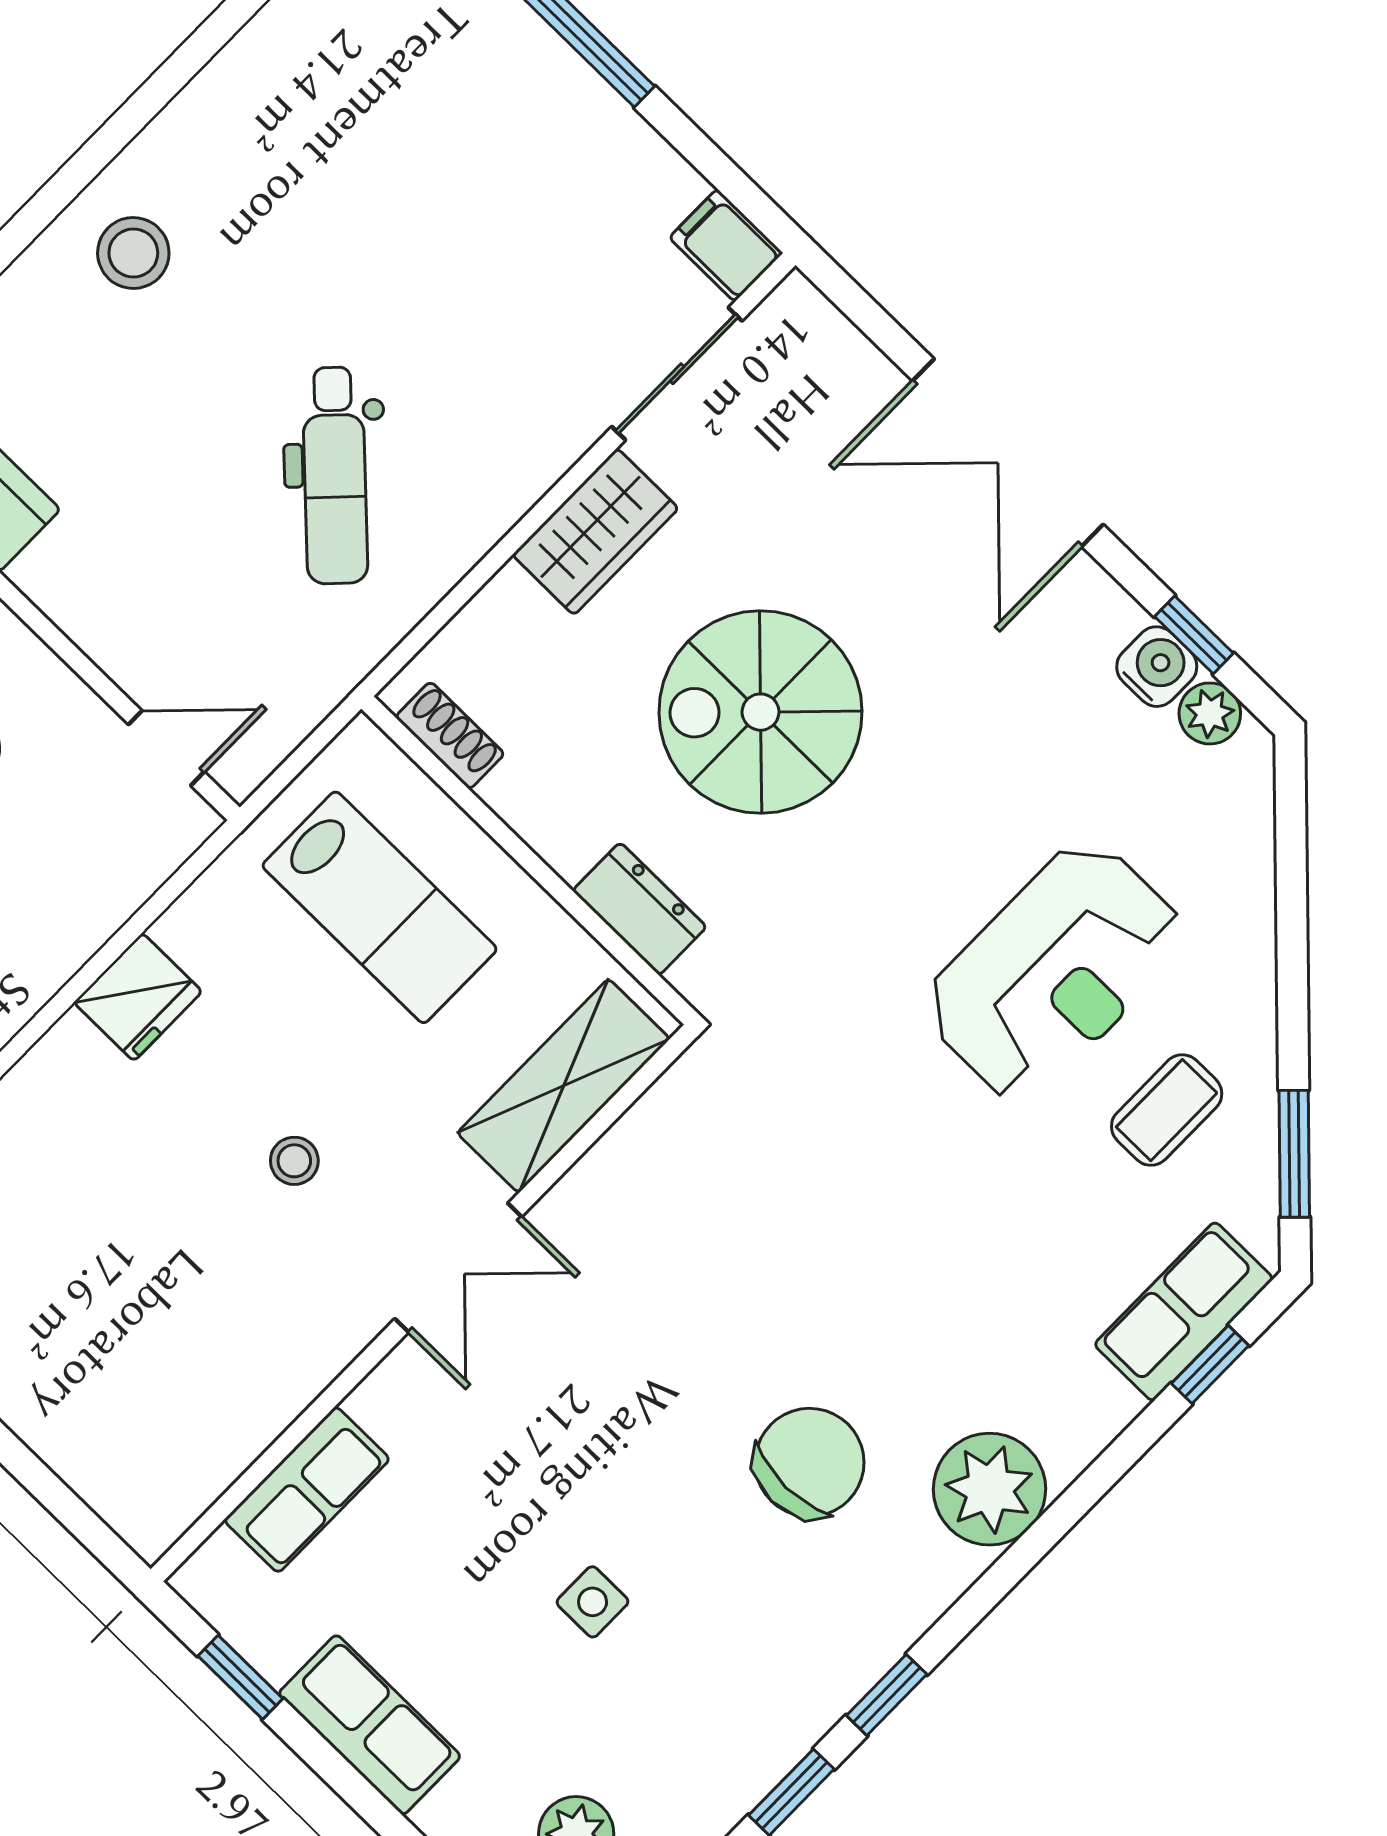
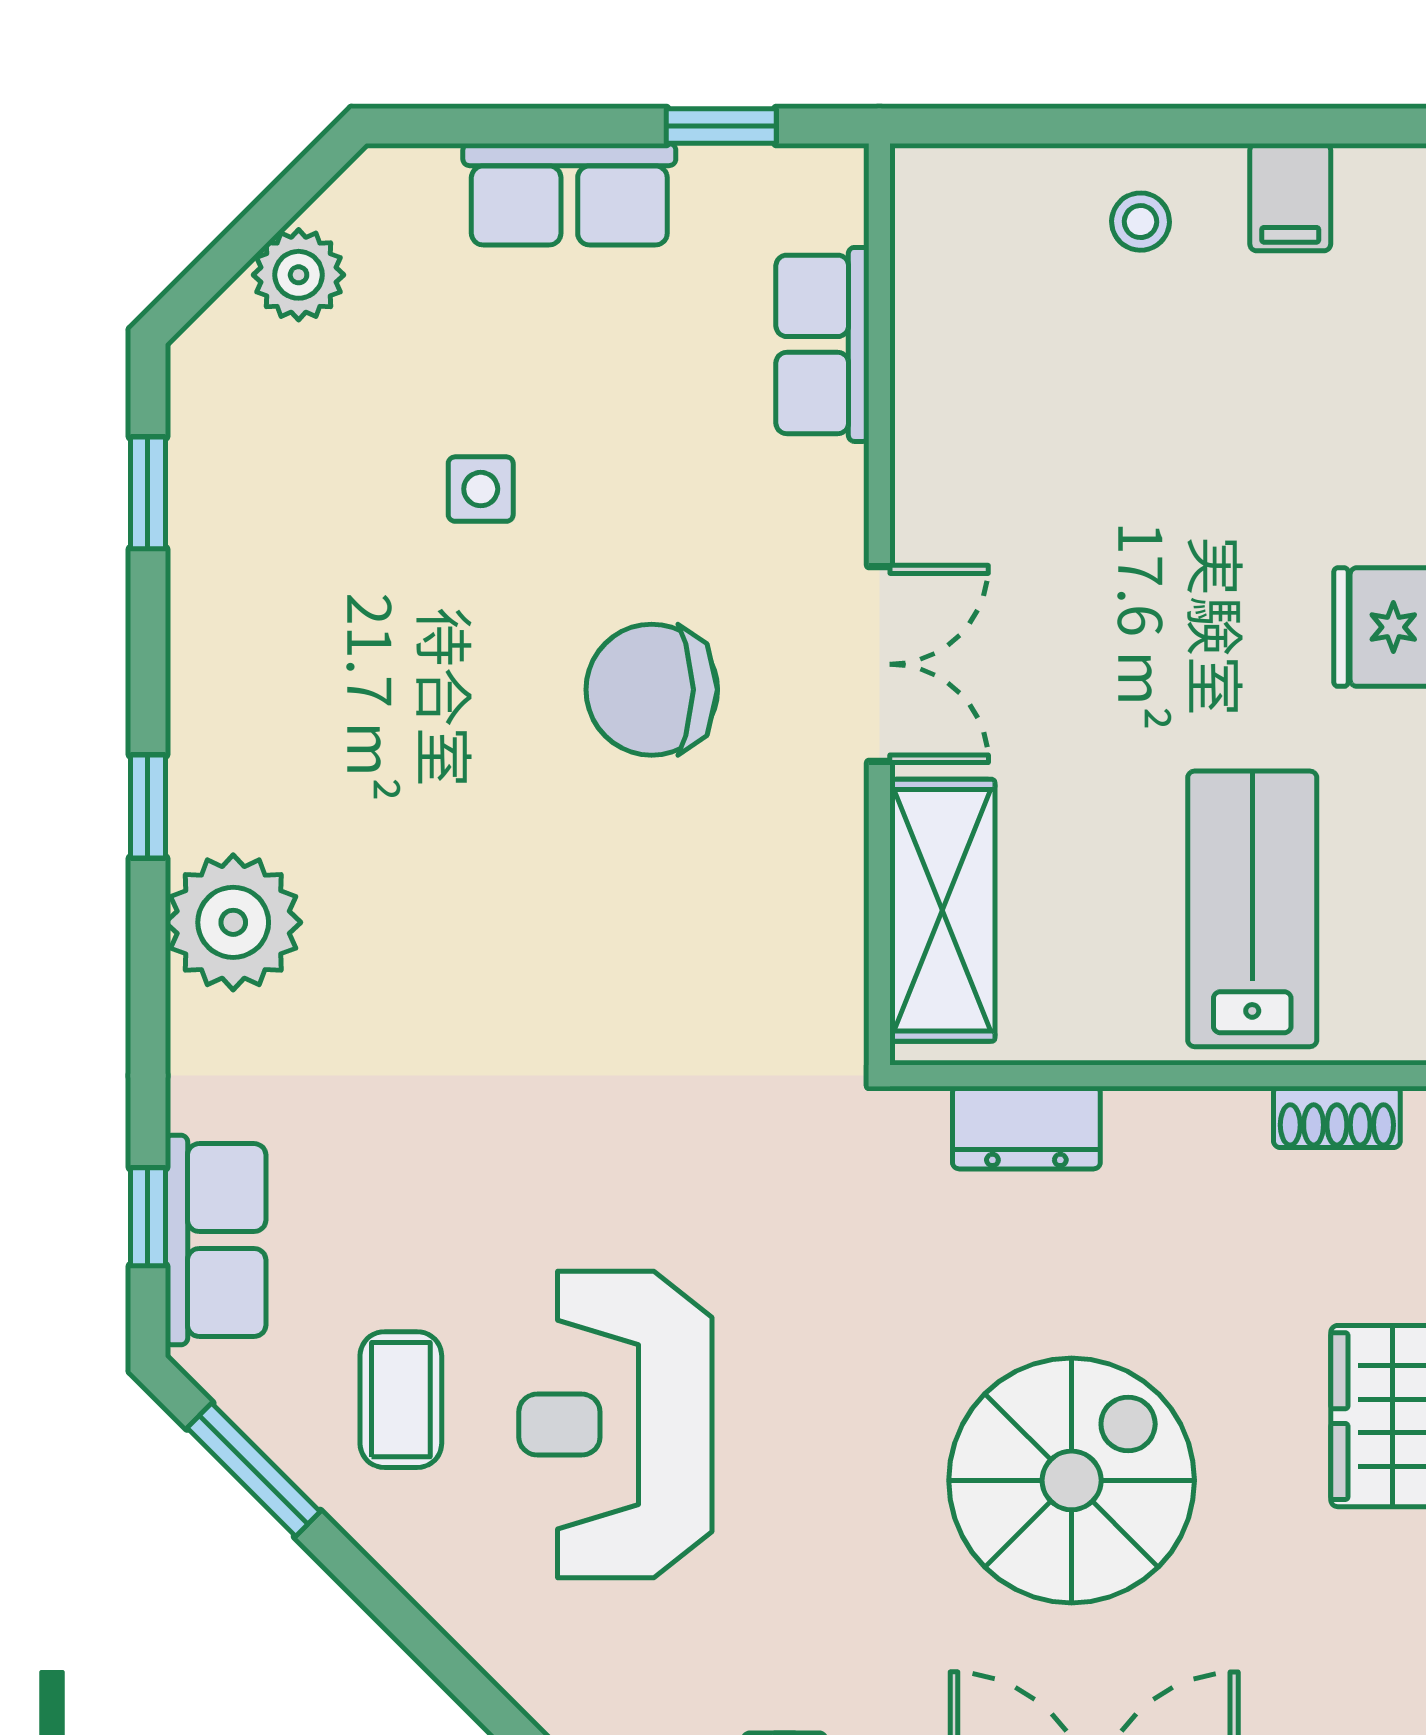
spiral stairs: (760, 712) -> (1072, 1480), moved
lab bench: (380, 907) -> (1252, 909), turned 90
stool: (294, 1161) -> (1140, 222), moved
double door: (458, 1268) -> (879, 664), swing flipped
chair: (810, 1463) -> (652, 690), moved, turned 90
window: (887, 1695) -> (148, 807), moved

